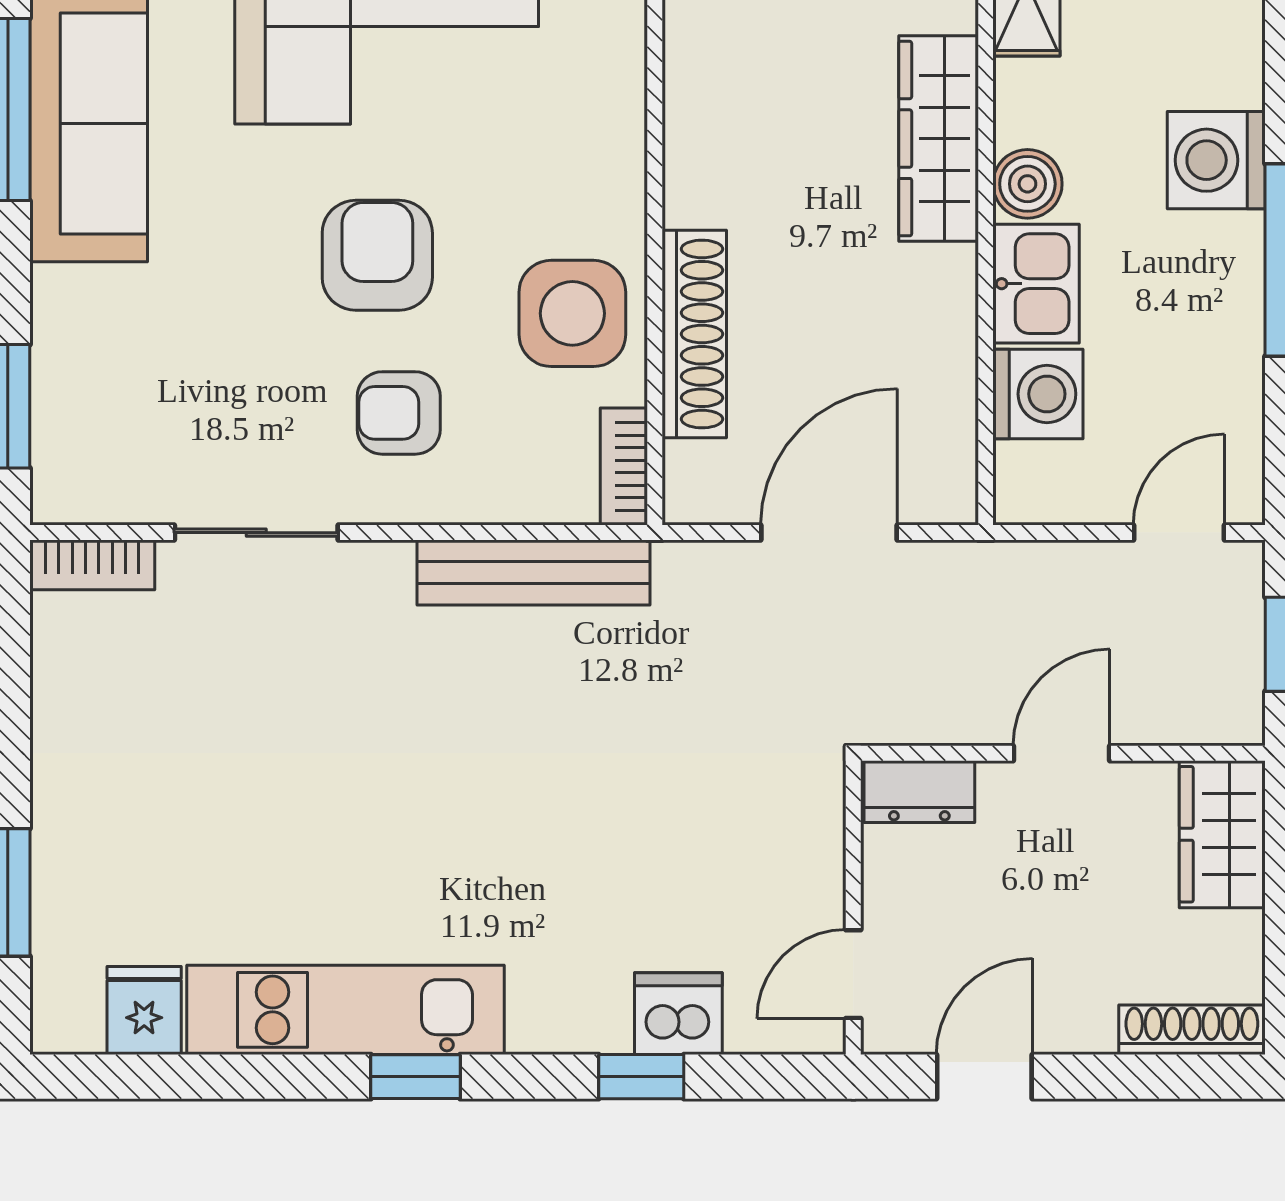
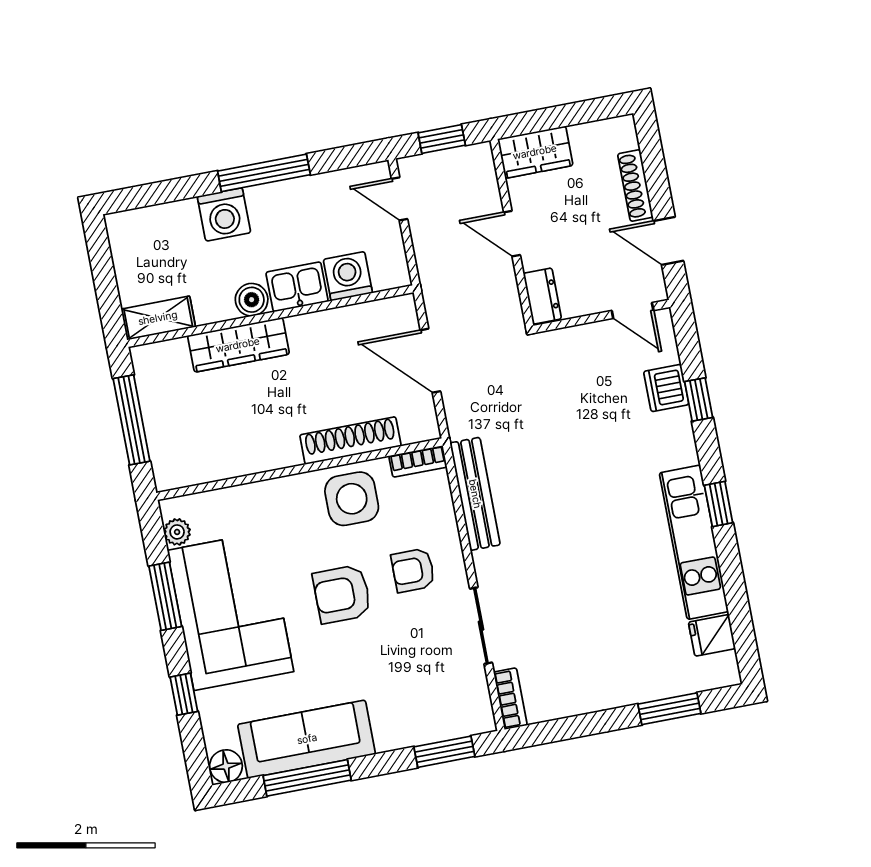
armchair: (399, 413) -> (413, 570), turned 90
shoe rack: (1192, 1030) -> (635, 186), moved

